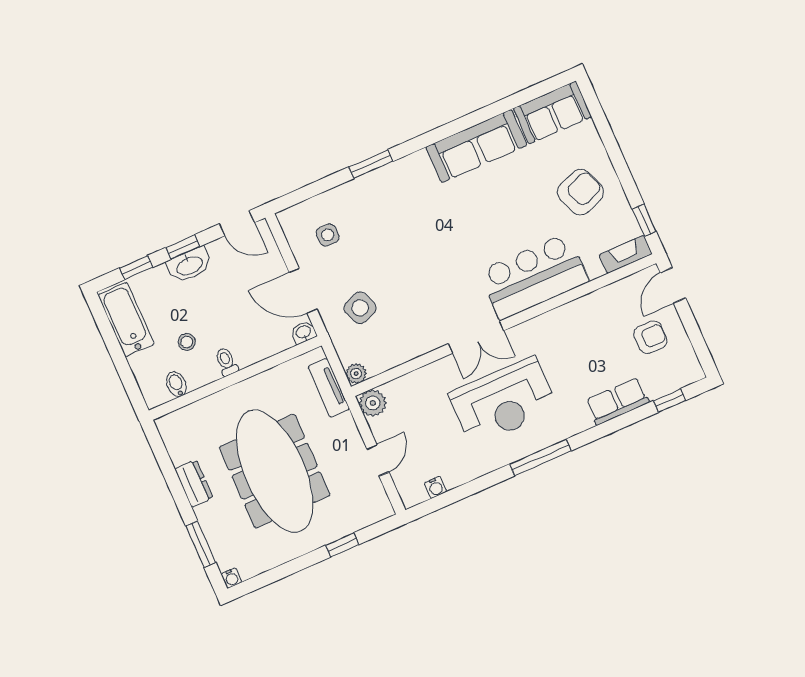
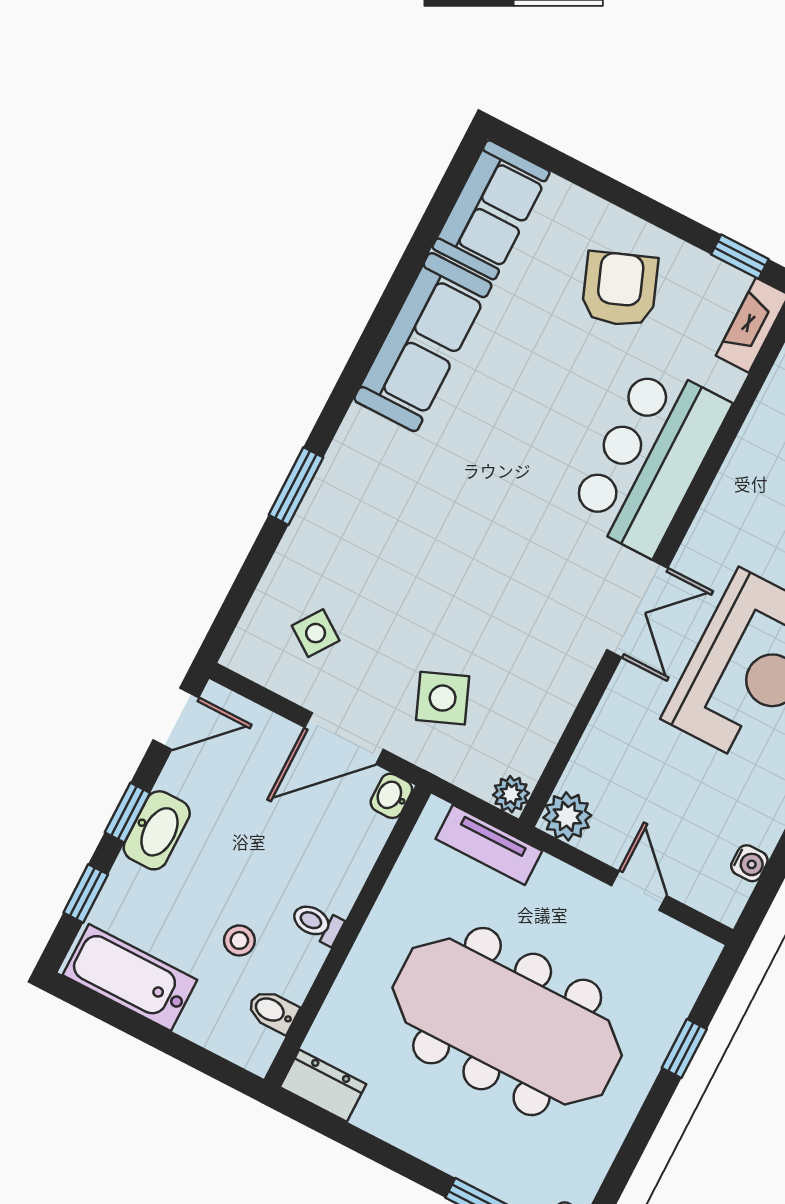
side table: (328, 235) -> (316, 633), turned 35
dresser: (194, 484) -> (323, 1086), moved

